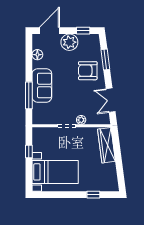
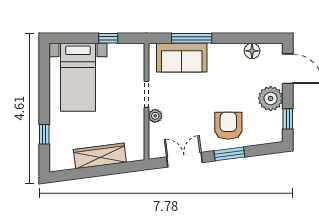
window: (105, 60) -> (229, 154), moved
sofa: (42, 85) -> (182, 58), moved
wardrobe: (106, 145) -> (100, 156), moved

